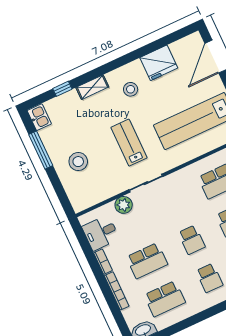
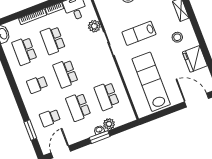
lab bench: (129, 143) -> (139, 33), turned 180
school desk: (192, 240) -> (66, 74), width x1.85

